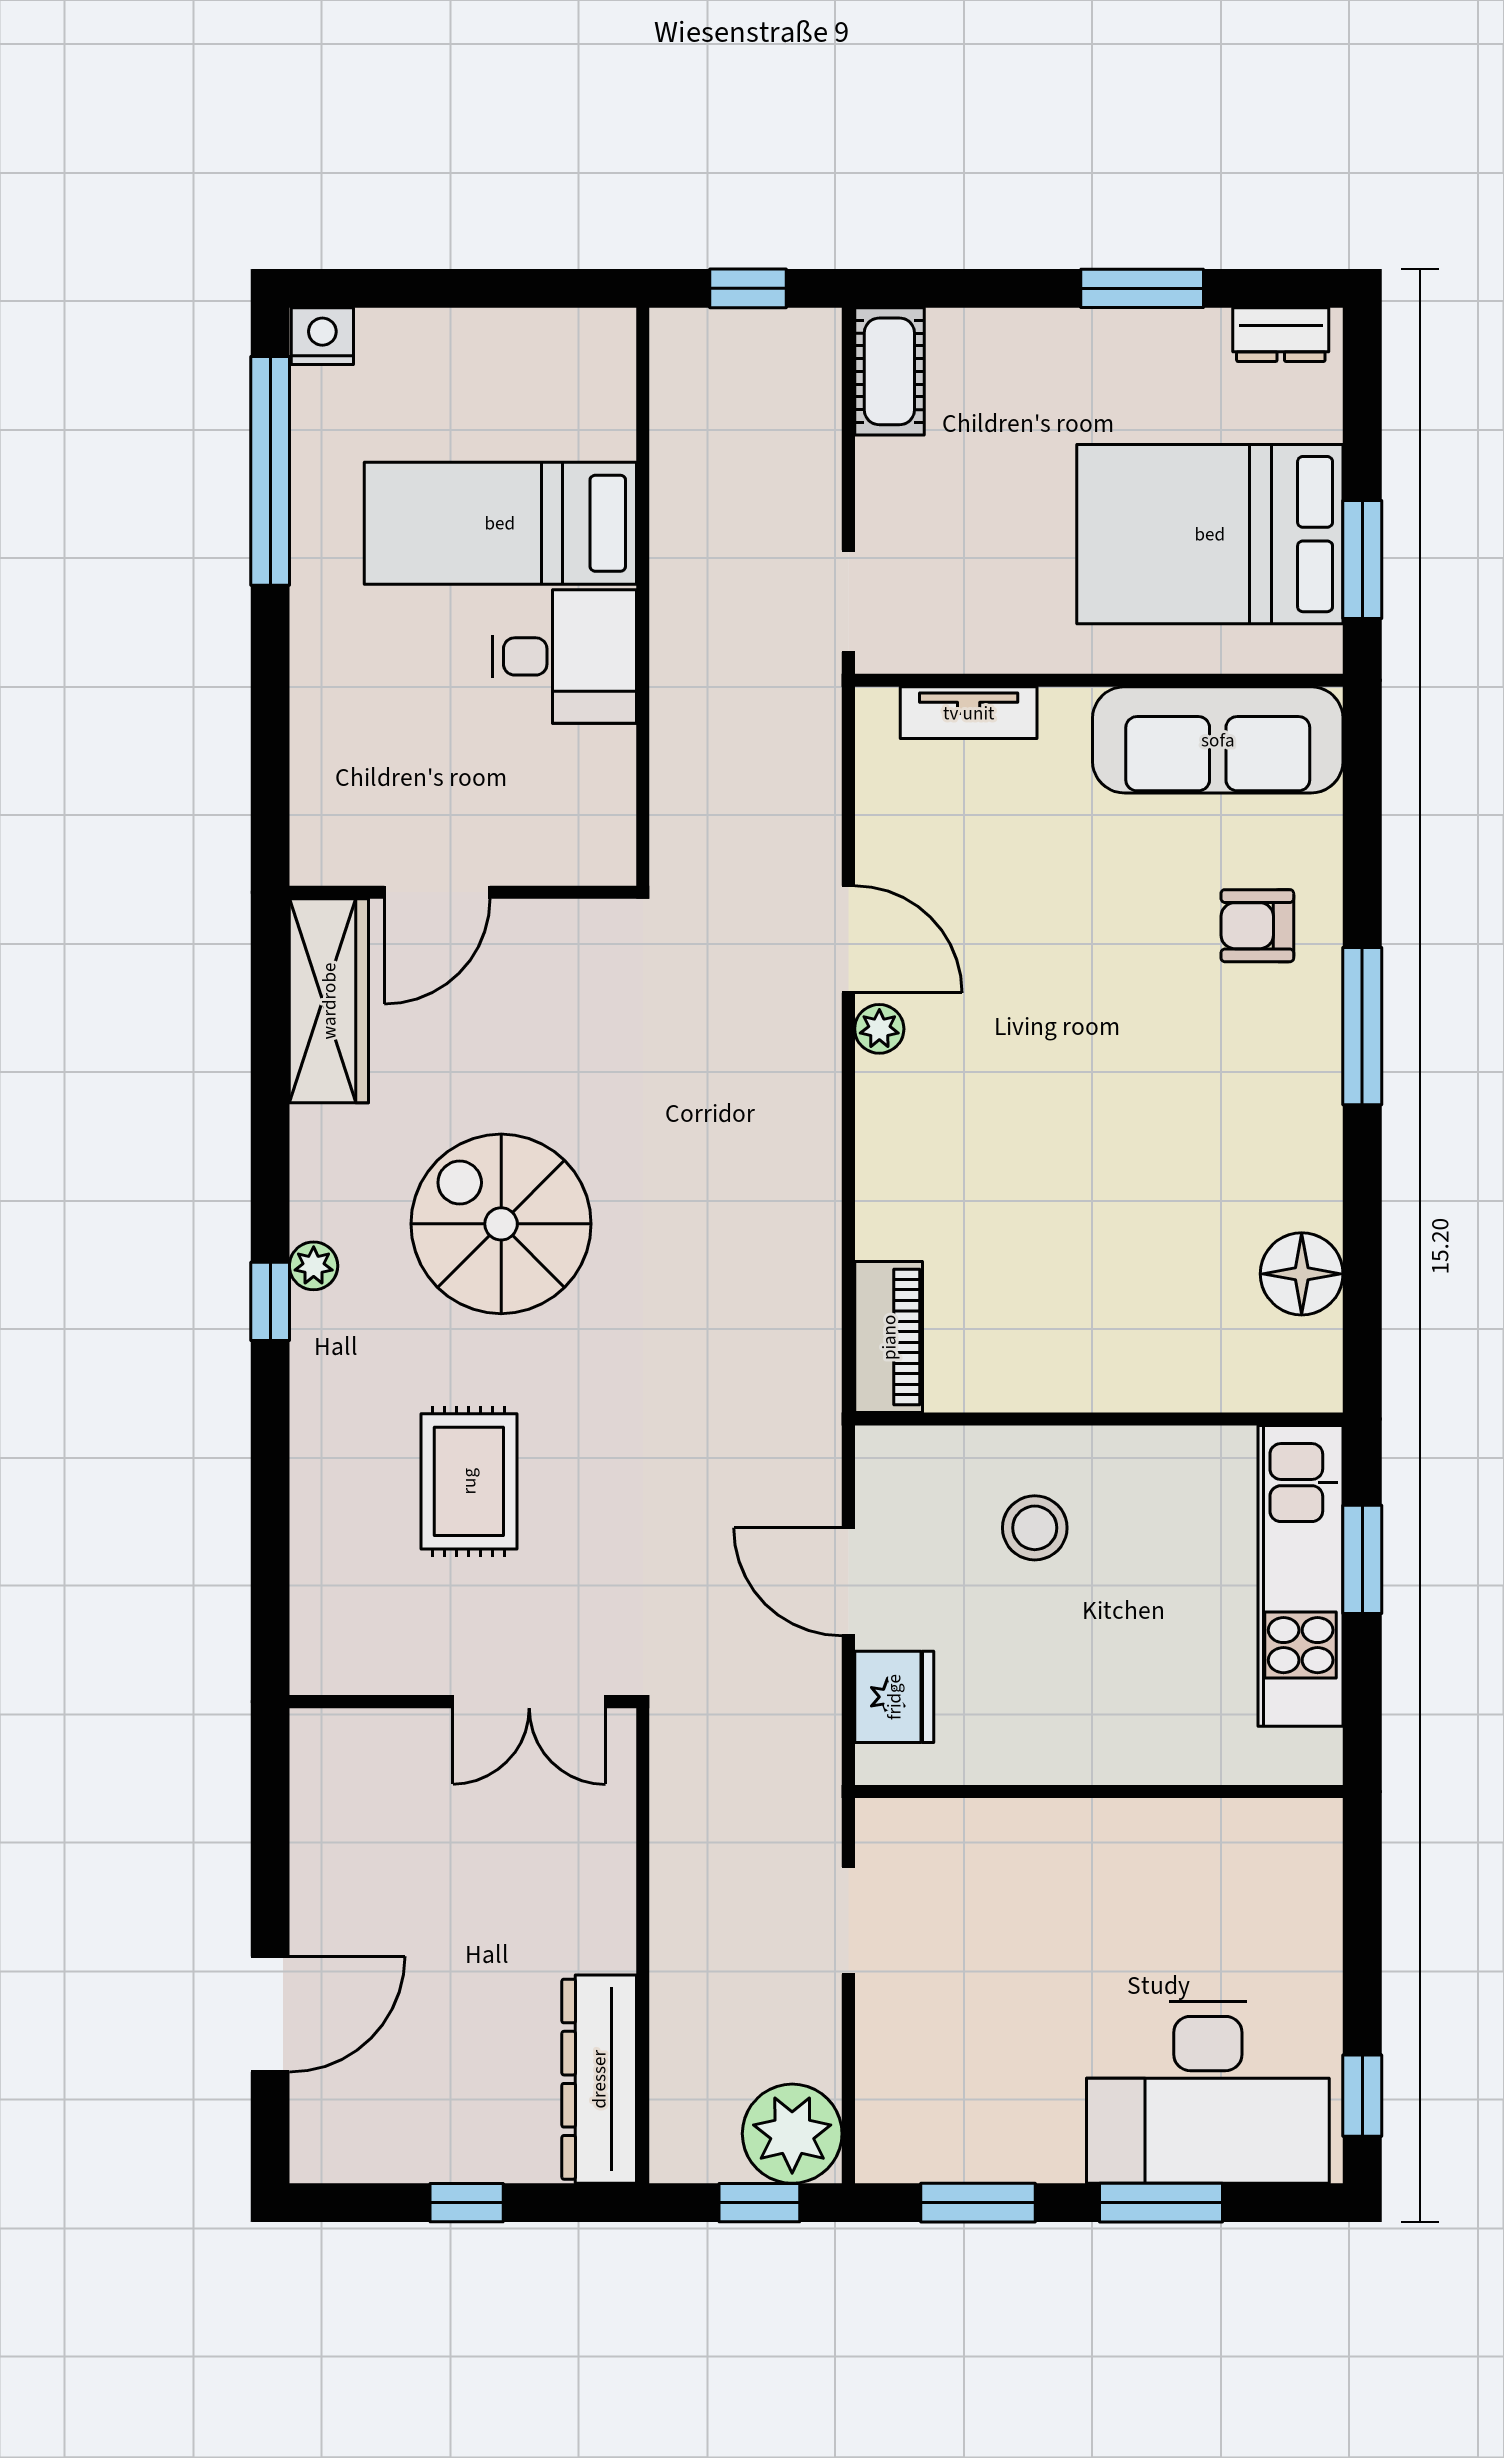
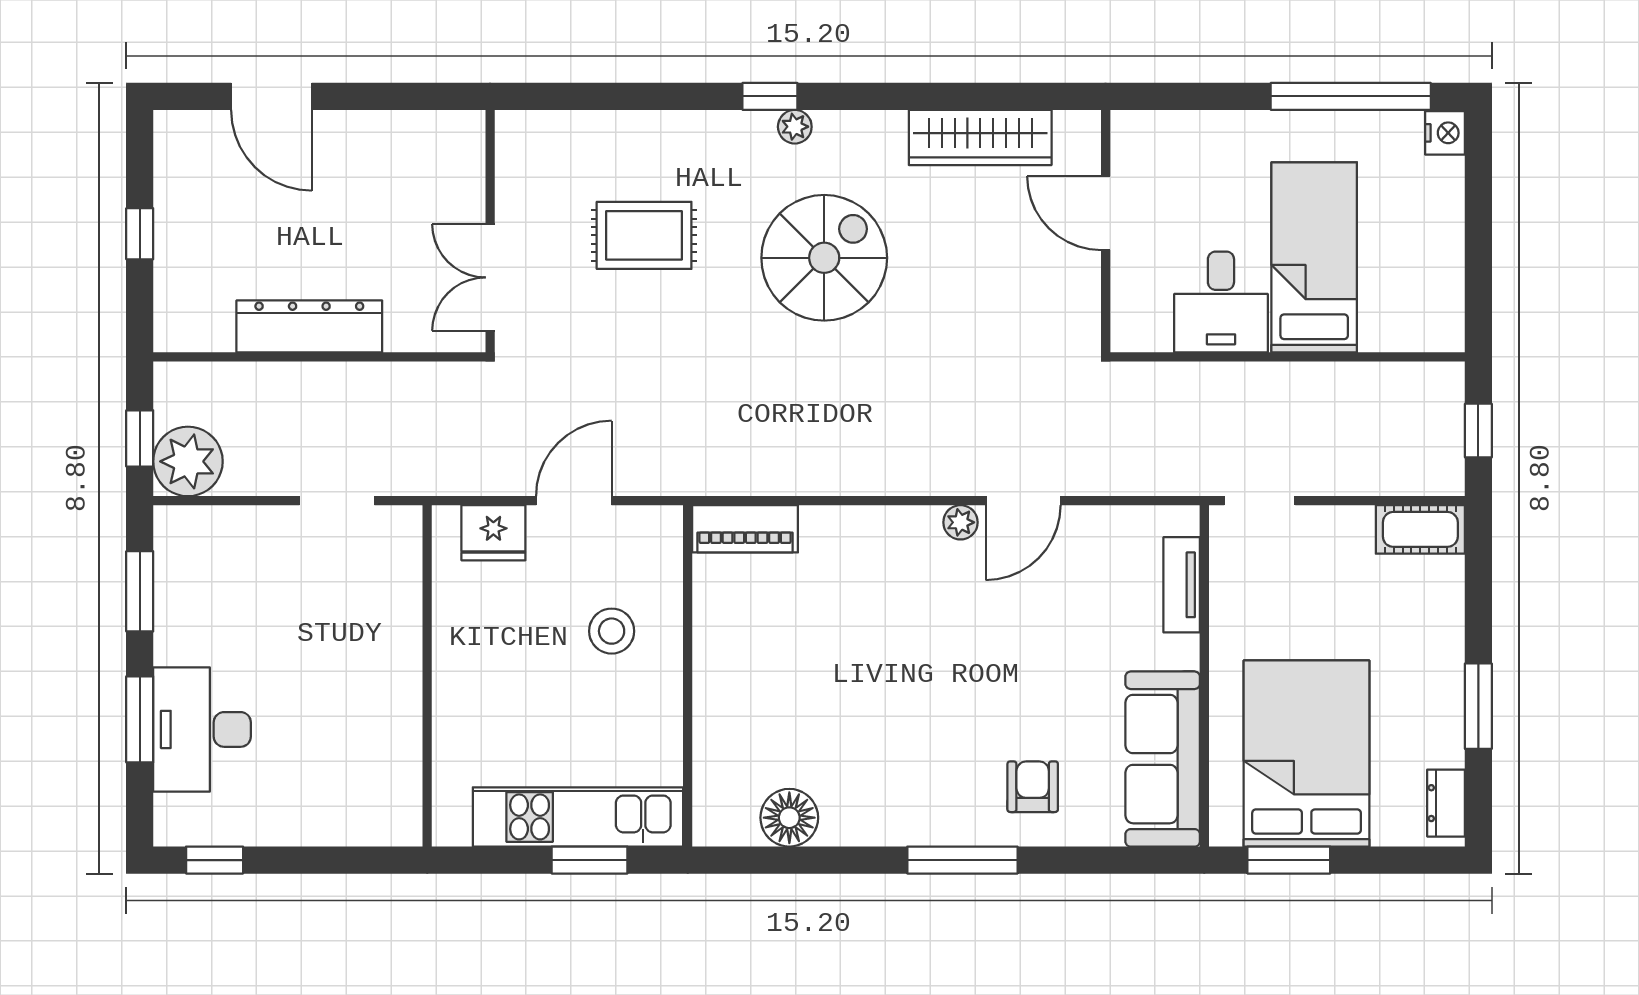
door: (437, 892) -> (1106, 213), moved
wall: (463, 892) -> (1106, 231), moved
dresser: (599, 2079) -> (309, 326), moved
desk: (1208, 2093) -> (202, 729), width x0.73, depth x0.77

